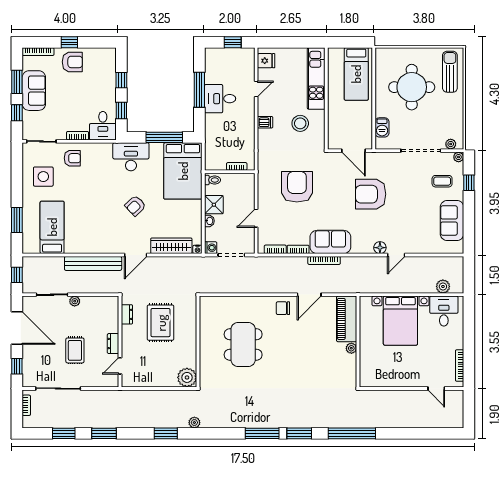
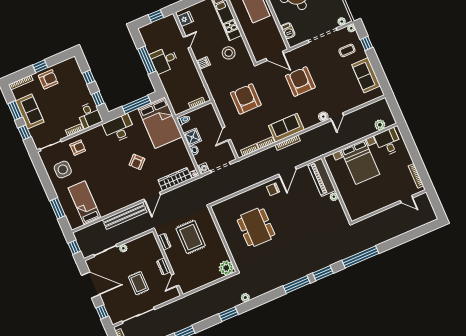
armchair: (371, 194) -> (300, 82), turned 90

